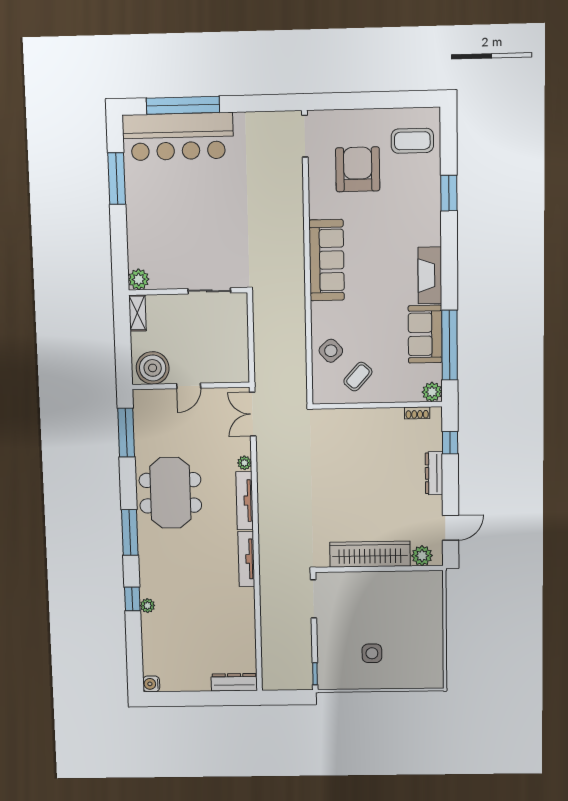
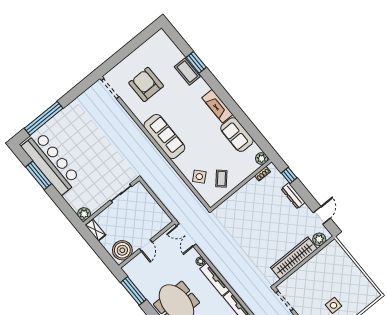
bar counter: (178, 137) -> (51, 163), moved, turned -90
coffee table: (412, 141) -> (187, 72), moved, turned 90
window: (450, 345) -> (252, 131), removed

